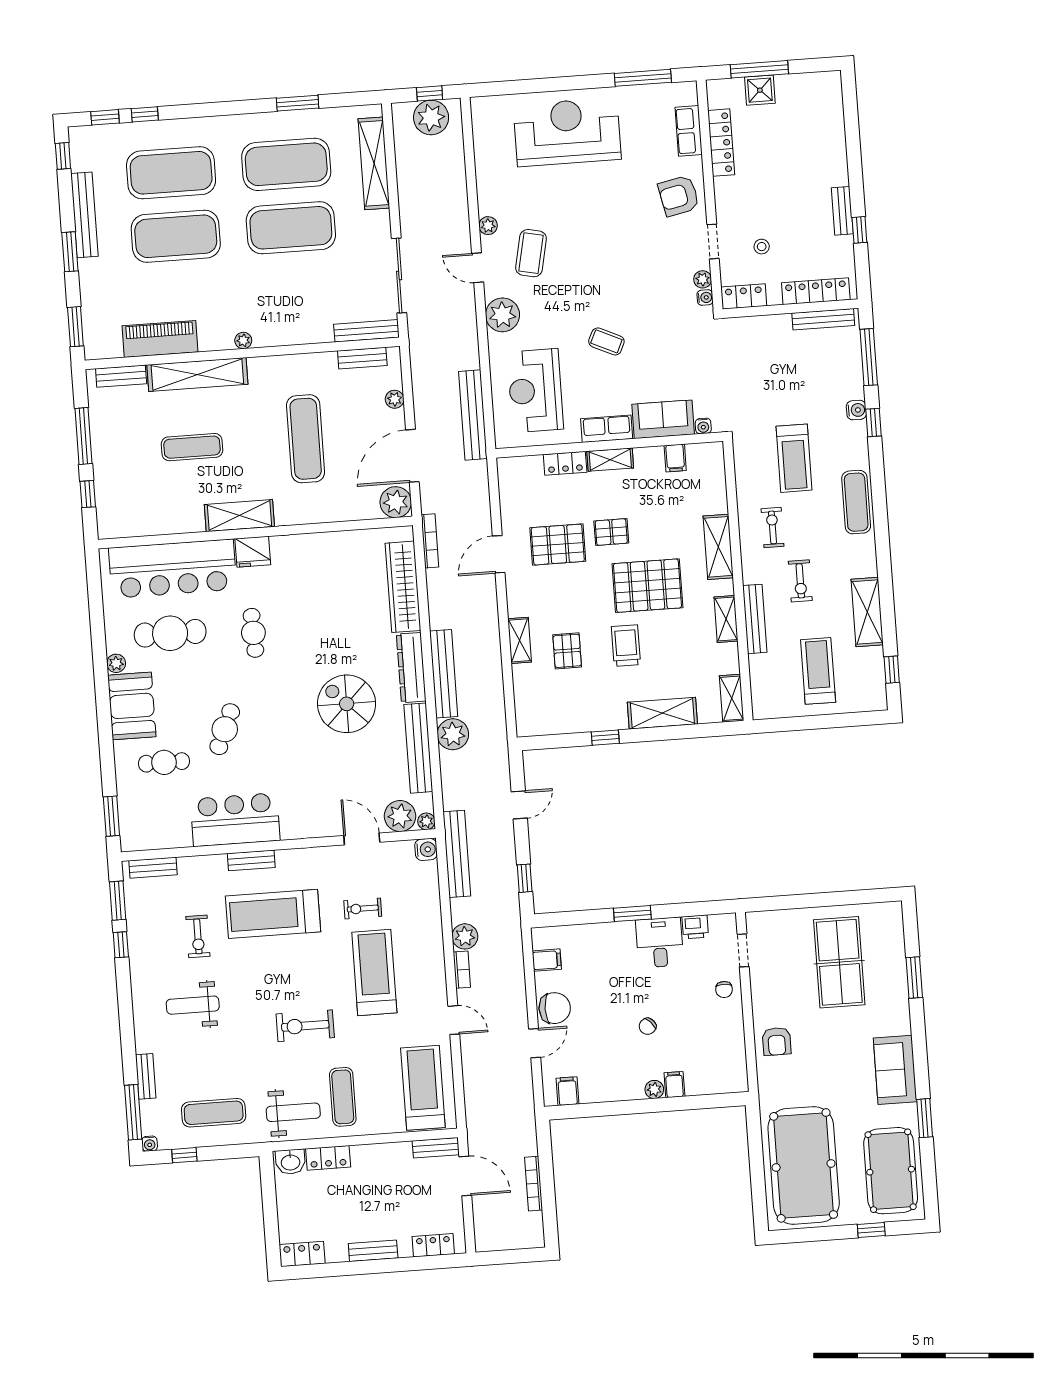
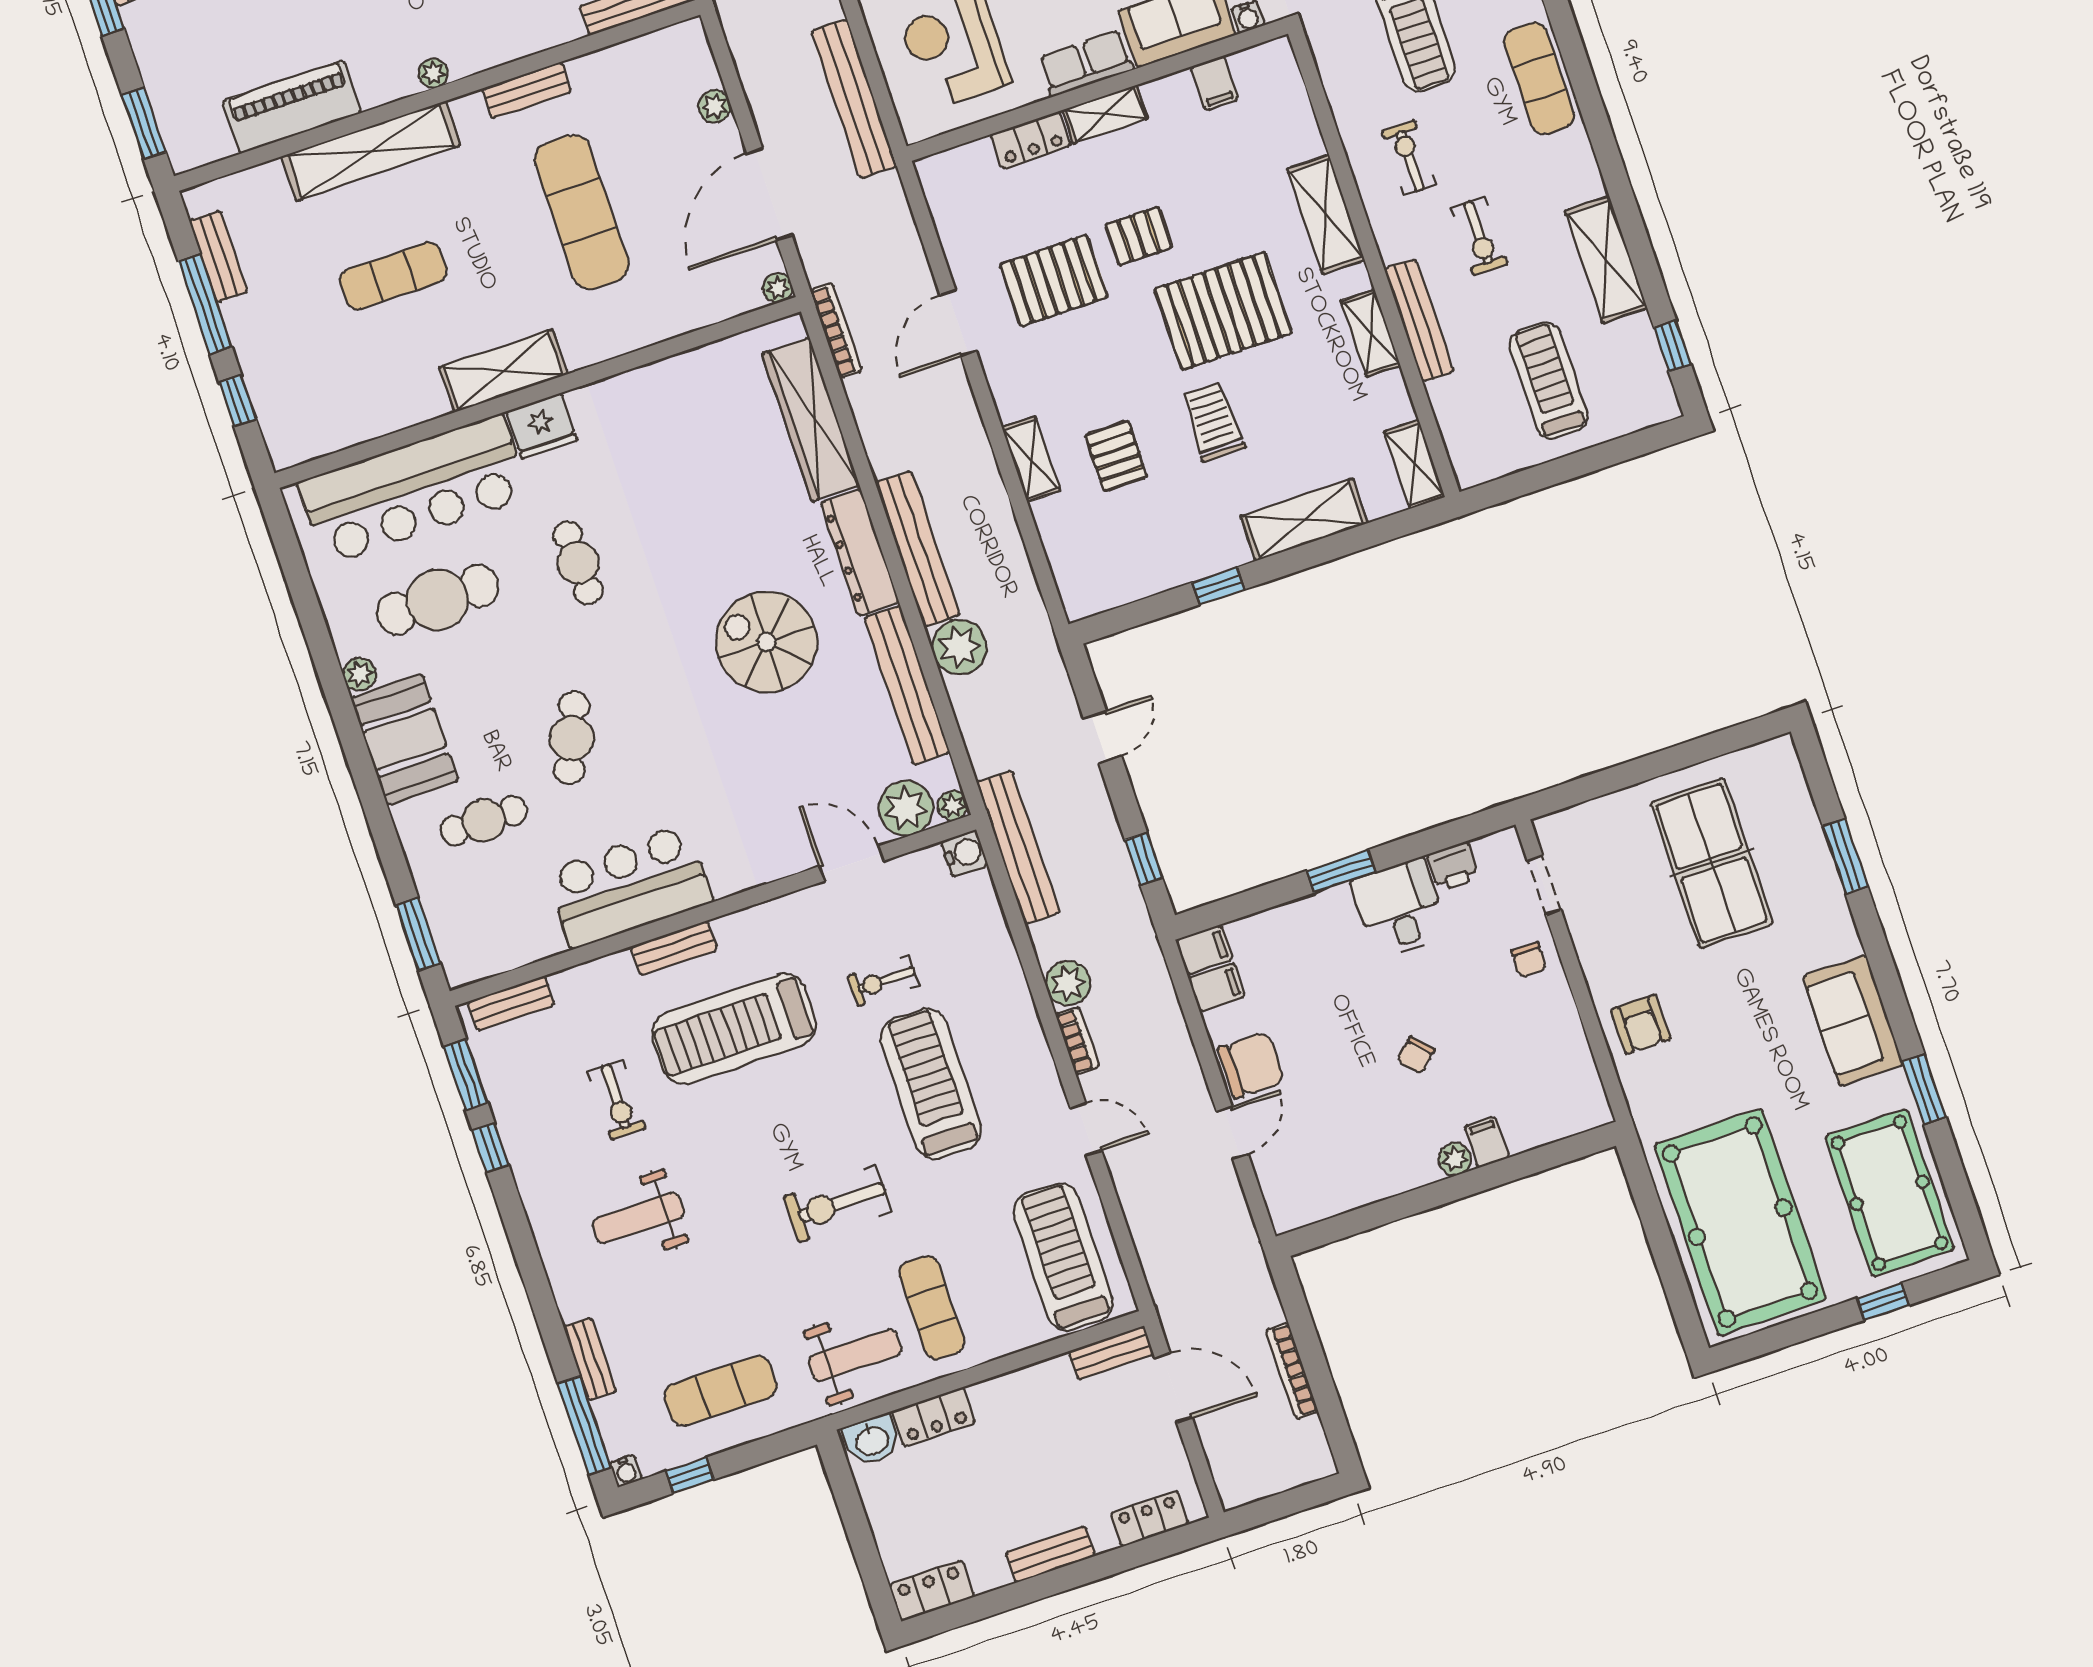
bench: (362, 358) -> (527, 90), moved
bench: (121, 376) -> (218, 256), moved, turned 90
plant: (396, 502) -> (778, 288), width x0.53, depth x0.53
filing cabinet: (568, 1091) -> (1204, 950), moved, turned 90

